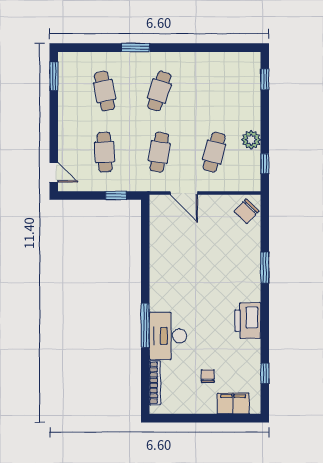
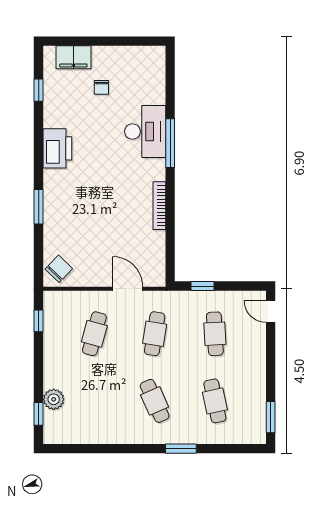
cafe table: (159, 91) -> (155, 401), turned -42
plant: (251, 140) -> (54, 399), moved
bookcase: (155, 383) -> (159, 206), moved

